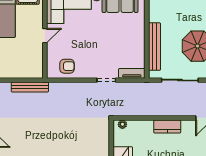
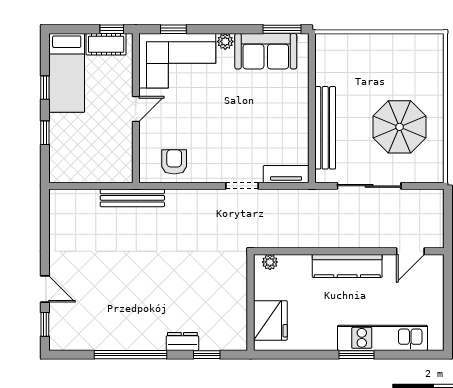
armchair: (67, 66) -> (174, 162), turned -90
bench: (30, 87) -> (132, 198), moved
kitchen counter: (167, 126) -> (347, 266), width x1.50

